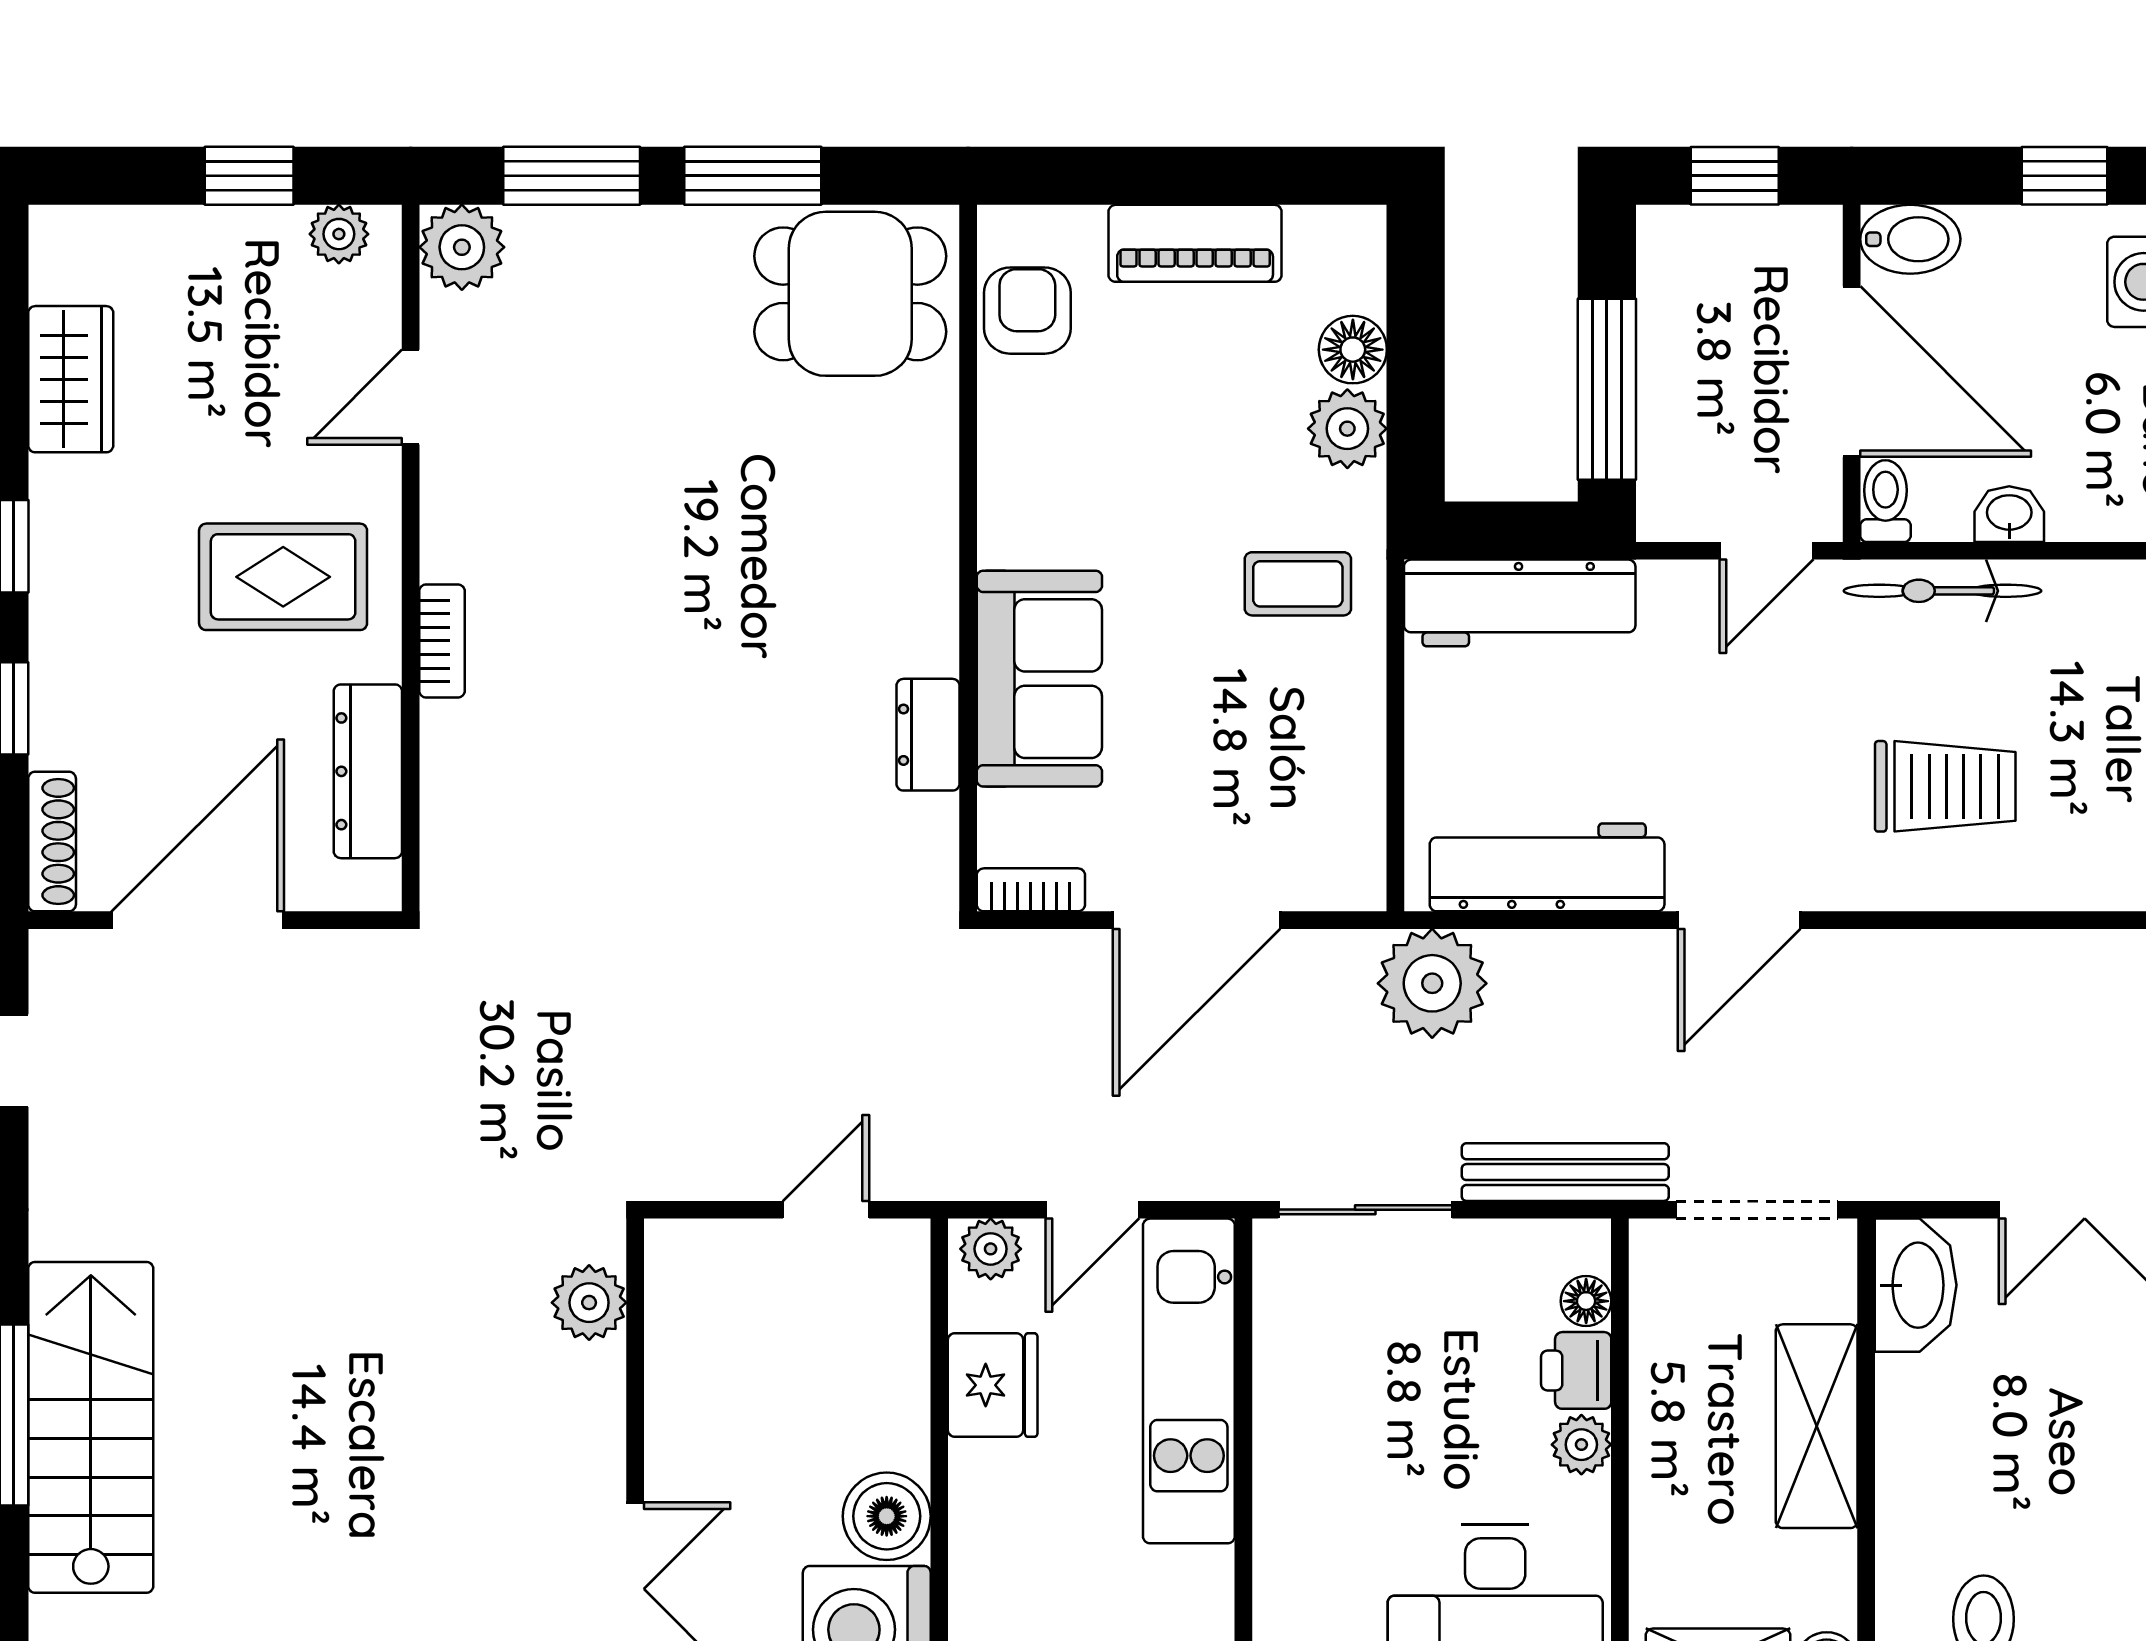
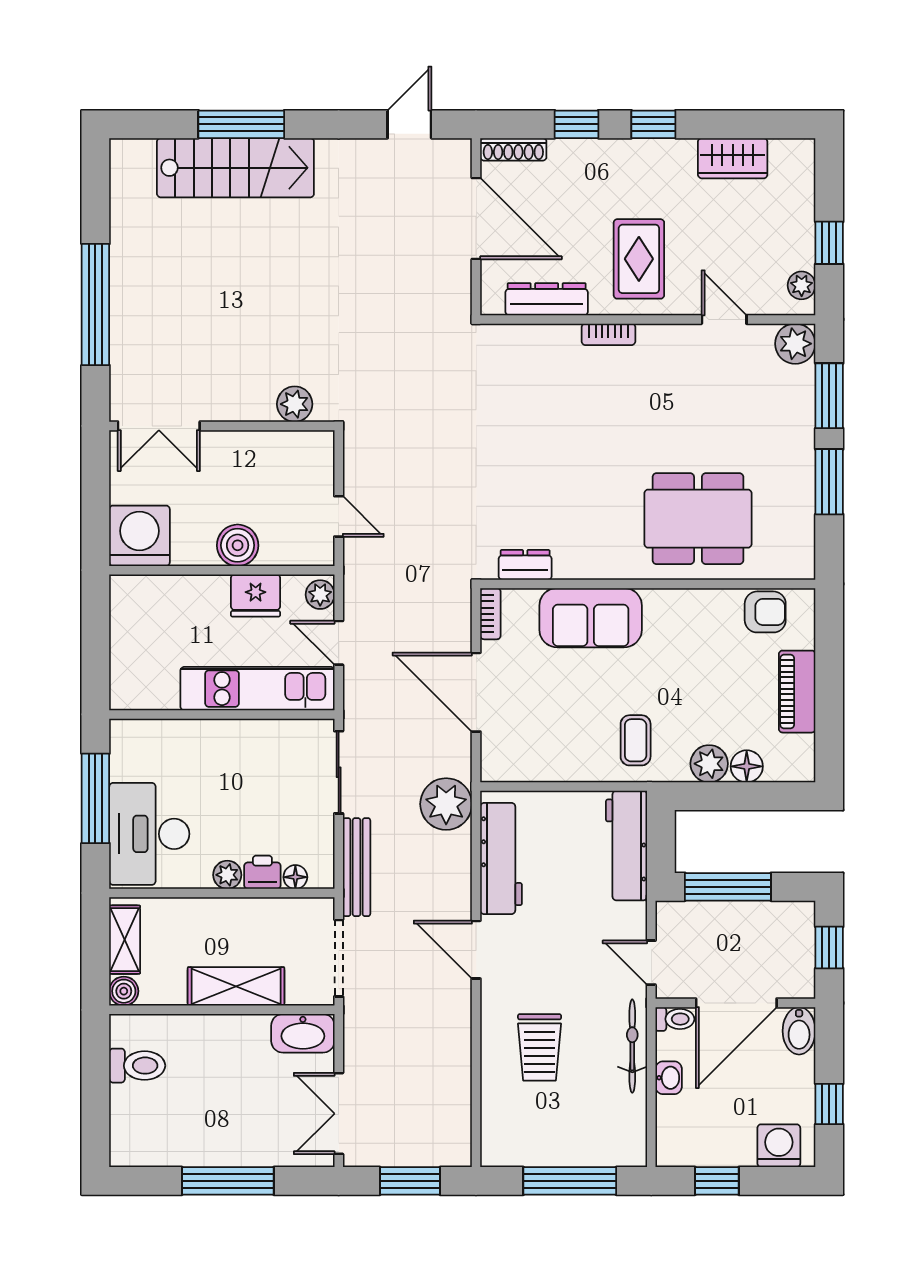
dining table: (850, 294) -> (698, 519), moved, width x1.38
dresser: (928, 735) -> (525, 565), moved
boiler: (887, 1516) -> (238, 545), moved

